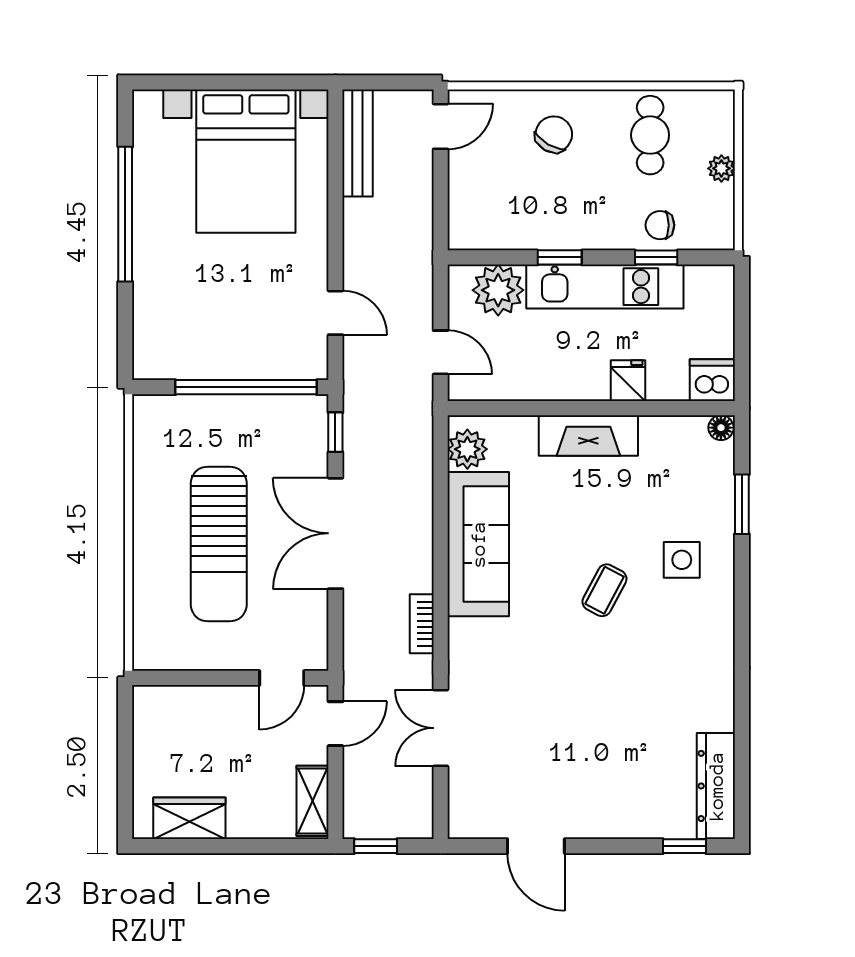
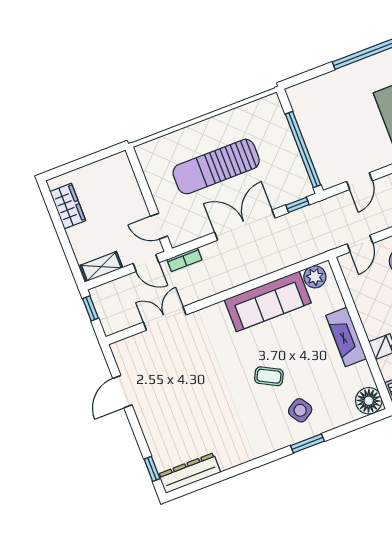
floor lamp: (721, 428) -> (369, 401), width x1.89, depth x1.89
window: (742, 504) -> (307, 443), moved
side table: (682, 560) -> (300, 410), turned -33
bookcase: (422, 624) -> (184, 260), moved, turned 180

